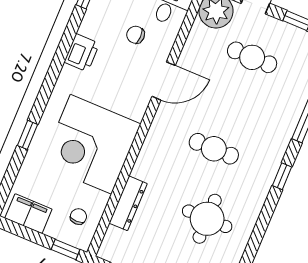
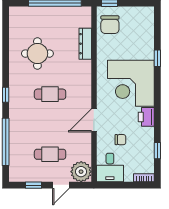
corner desk: (91, 144) -> (131, 83), moved, turned 180
filing cabinet: (28, 214) -> (138, 15), removed
chair: (78, 216) -> (110, 25), width x1.87, depth x1.87

